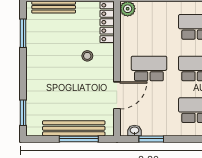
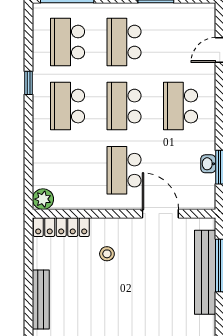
washbasin: (134, 131) -> (208, 164), moved

